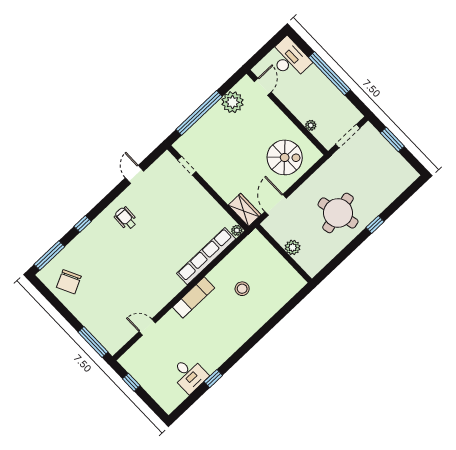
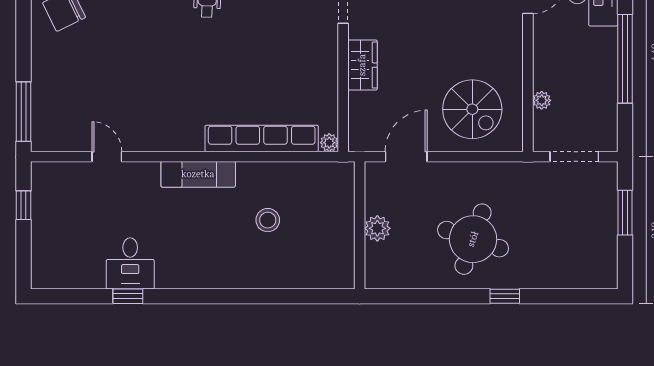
wardrobe: (245, 210) -> (362, 65), moved
round table: (338, 213) -> (473, 239), turned 32
desk: (189, 375) -> (130, 263), moved

